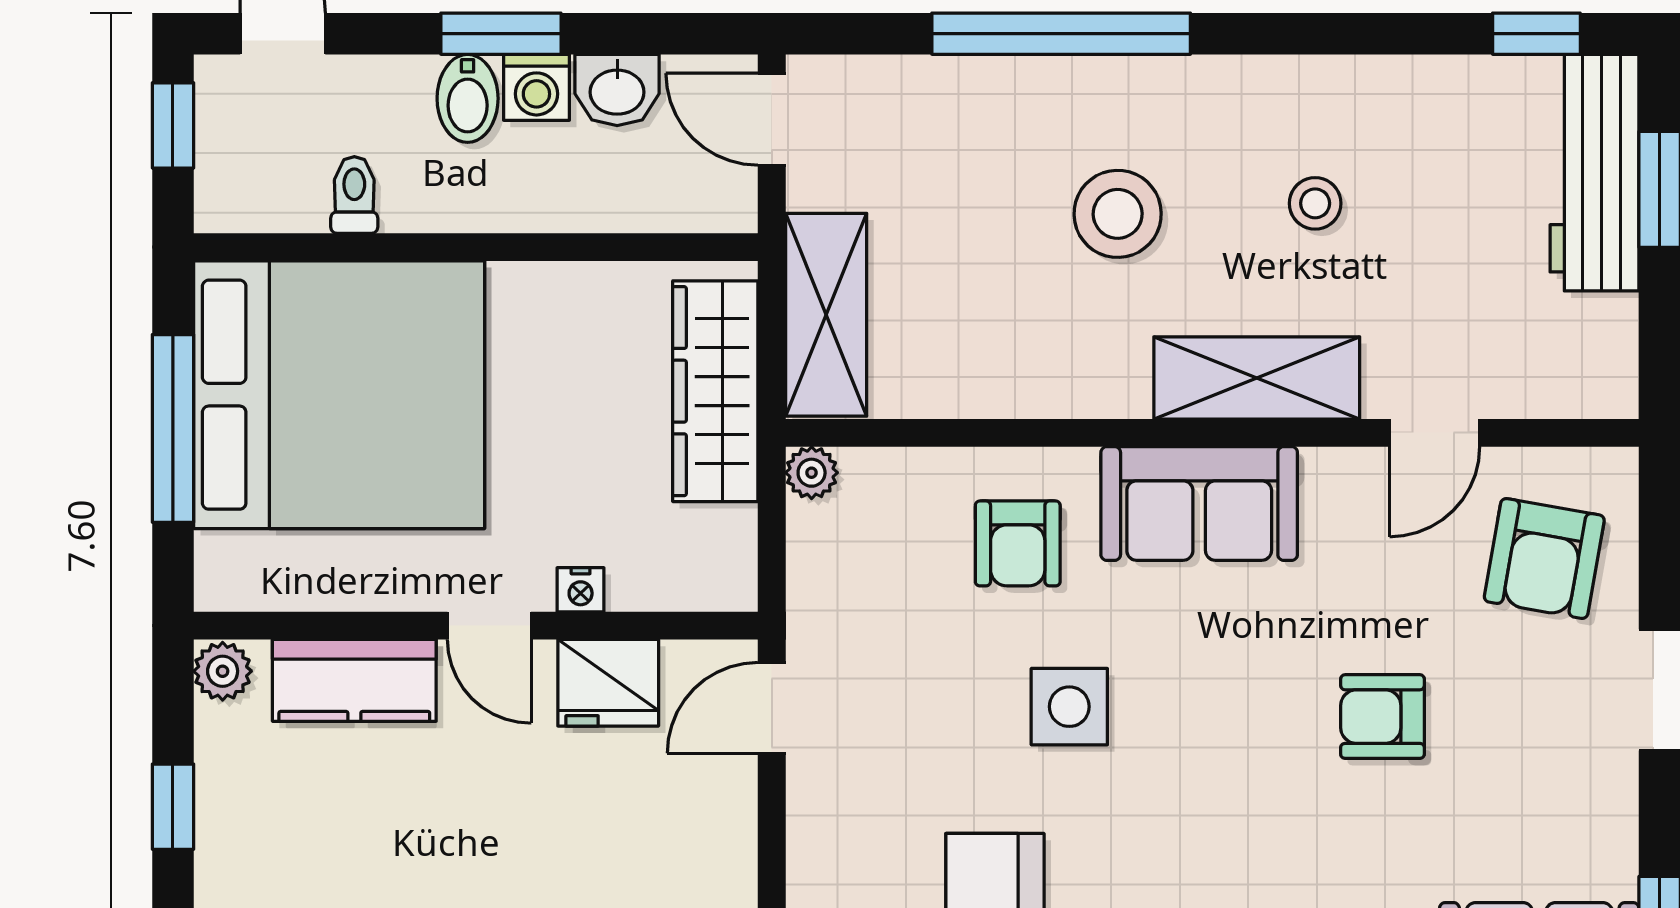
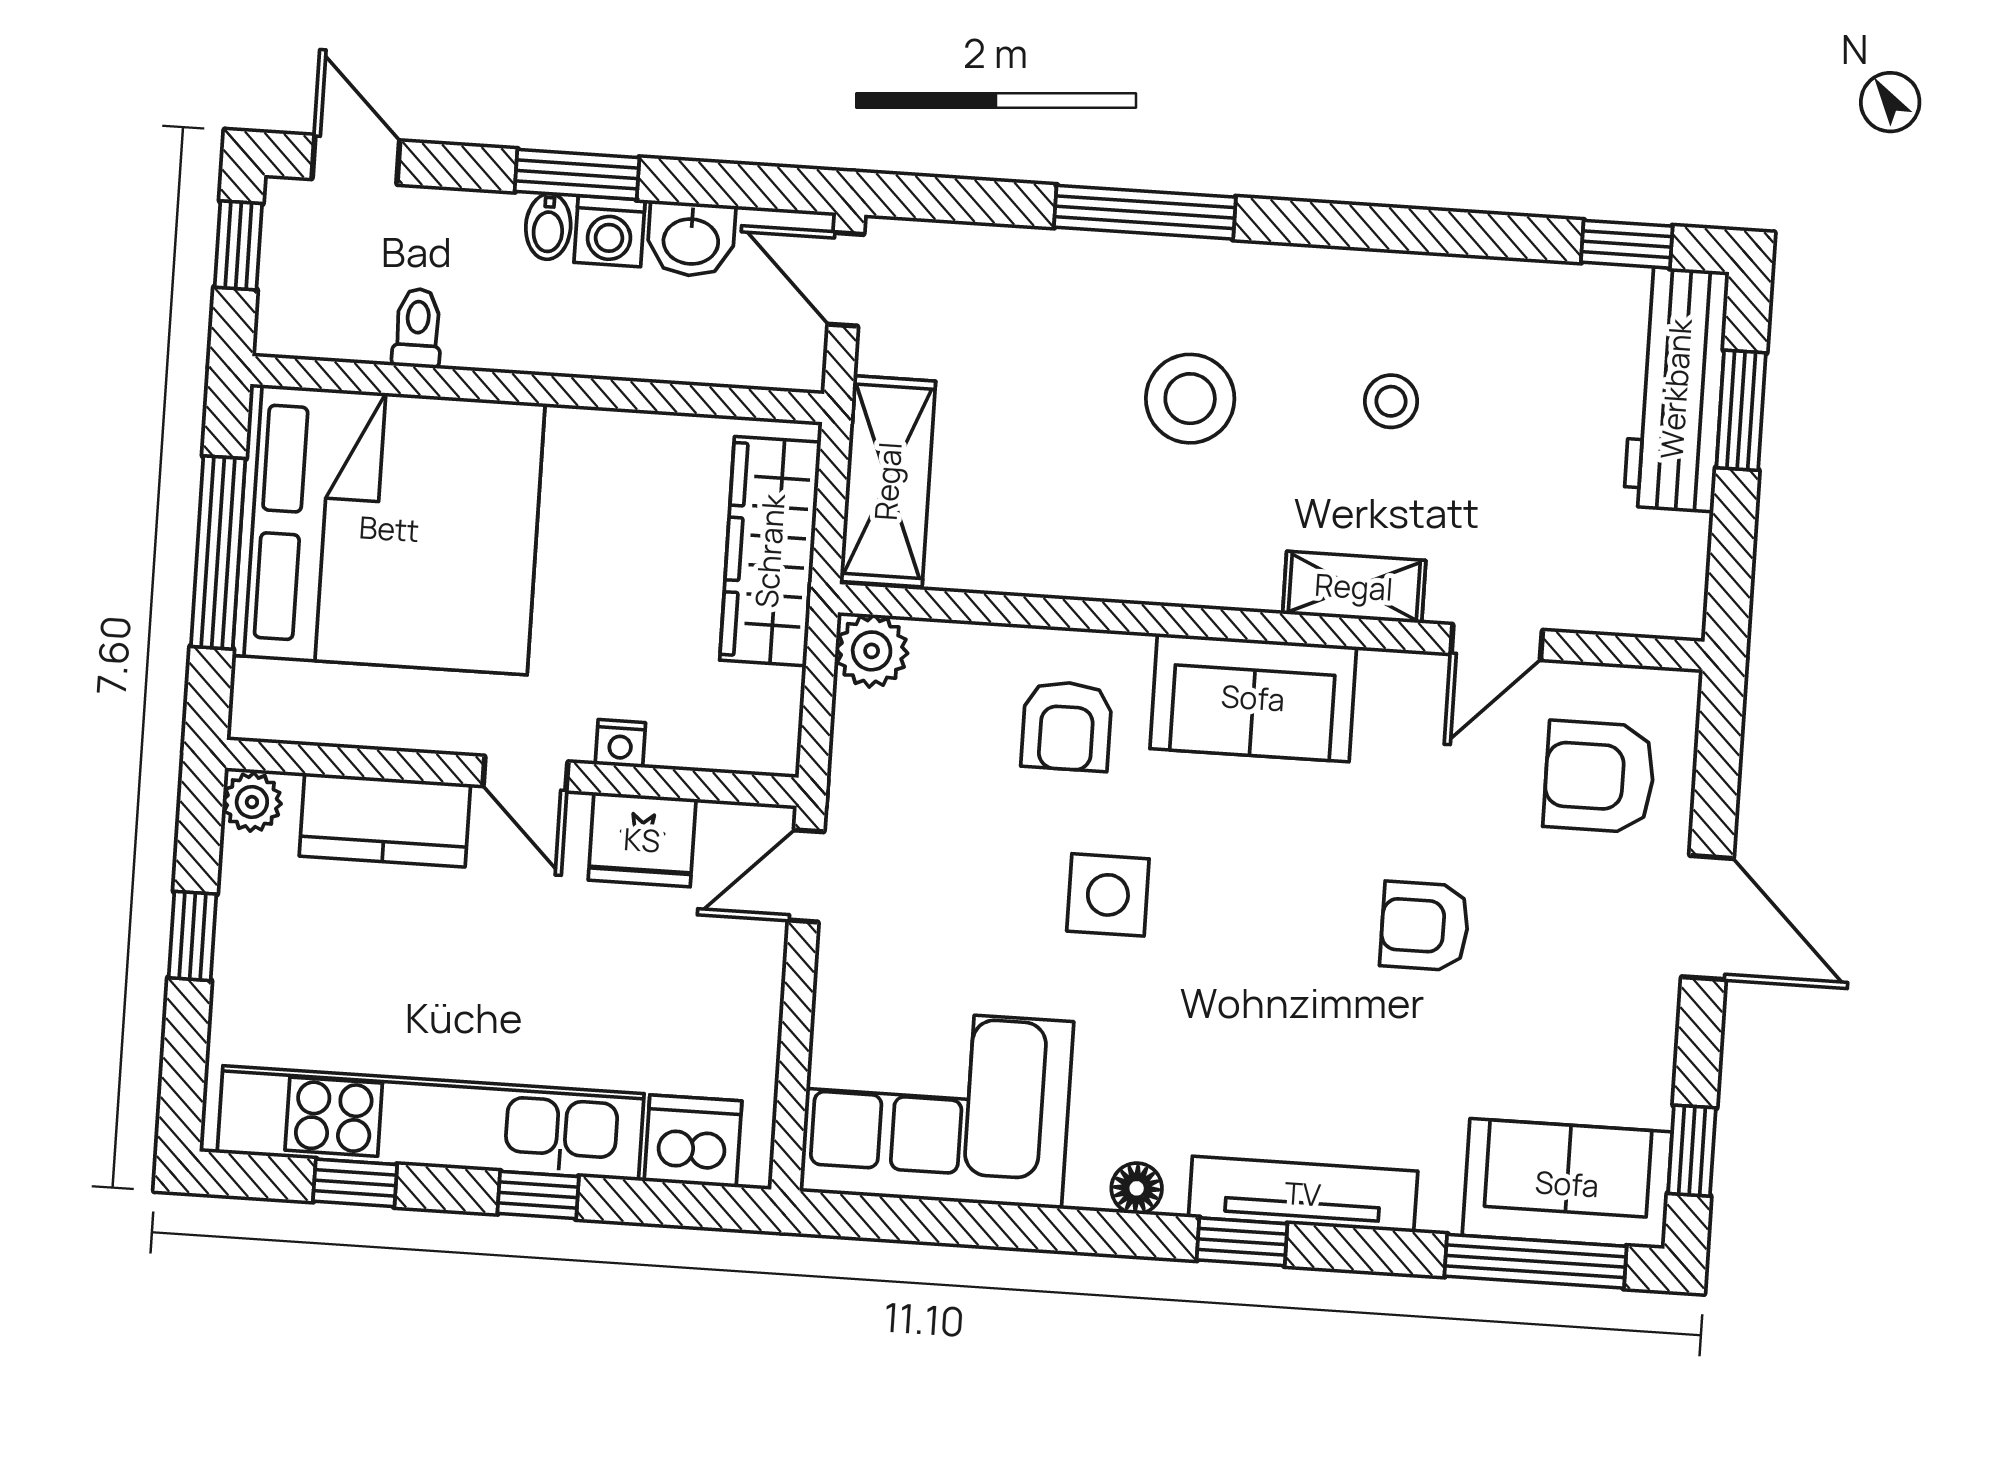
window: (1061, 34) -> (1145, 212), width x0.68
bidet: (468, 98) -> (548, 227), width x0.72, depth x0.74
shelving: (1257, 378) -> (1354, 587), width x0.67, depth x0.75
plant: (812, 473) -> (872, 651), width x1.38, depth x1.38
armchair: (1544, 559) -> (1599, 777), turned 80

